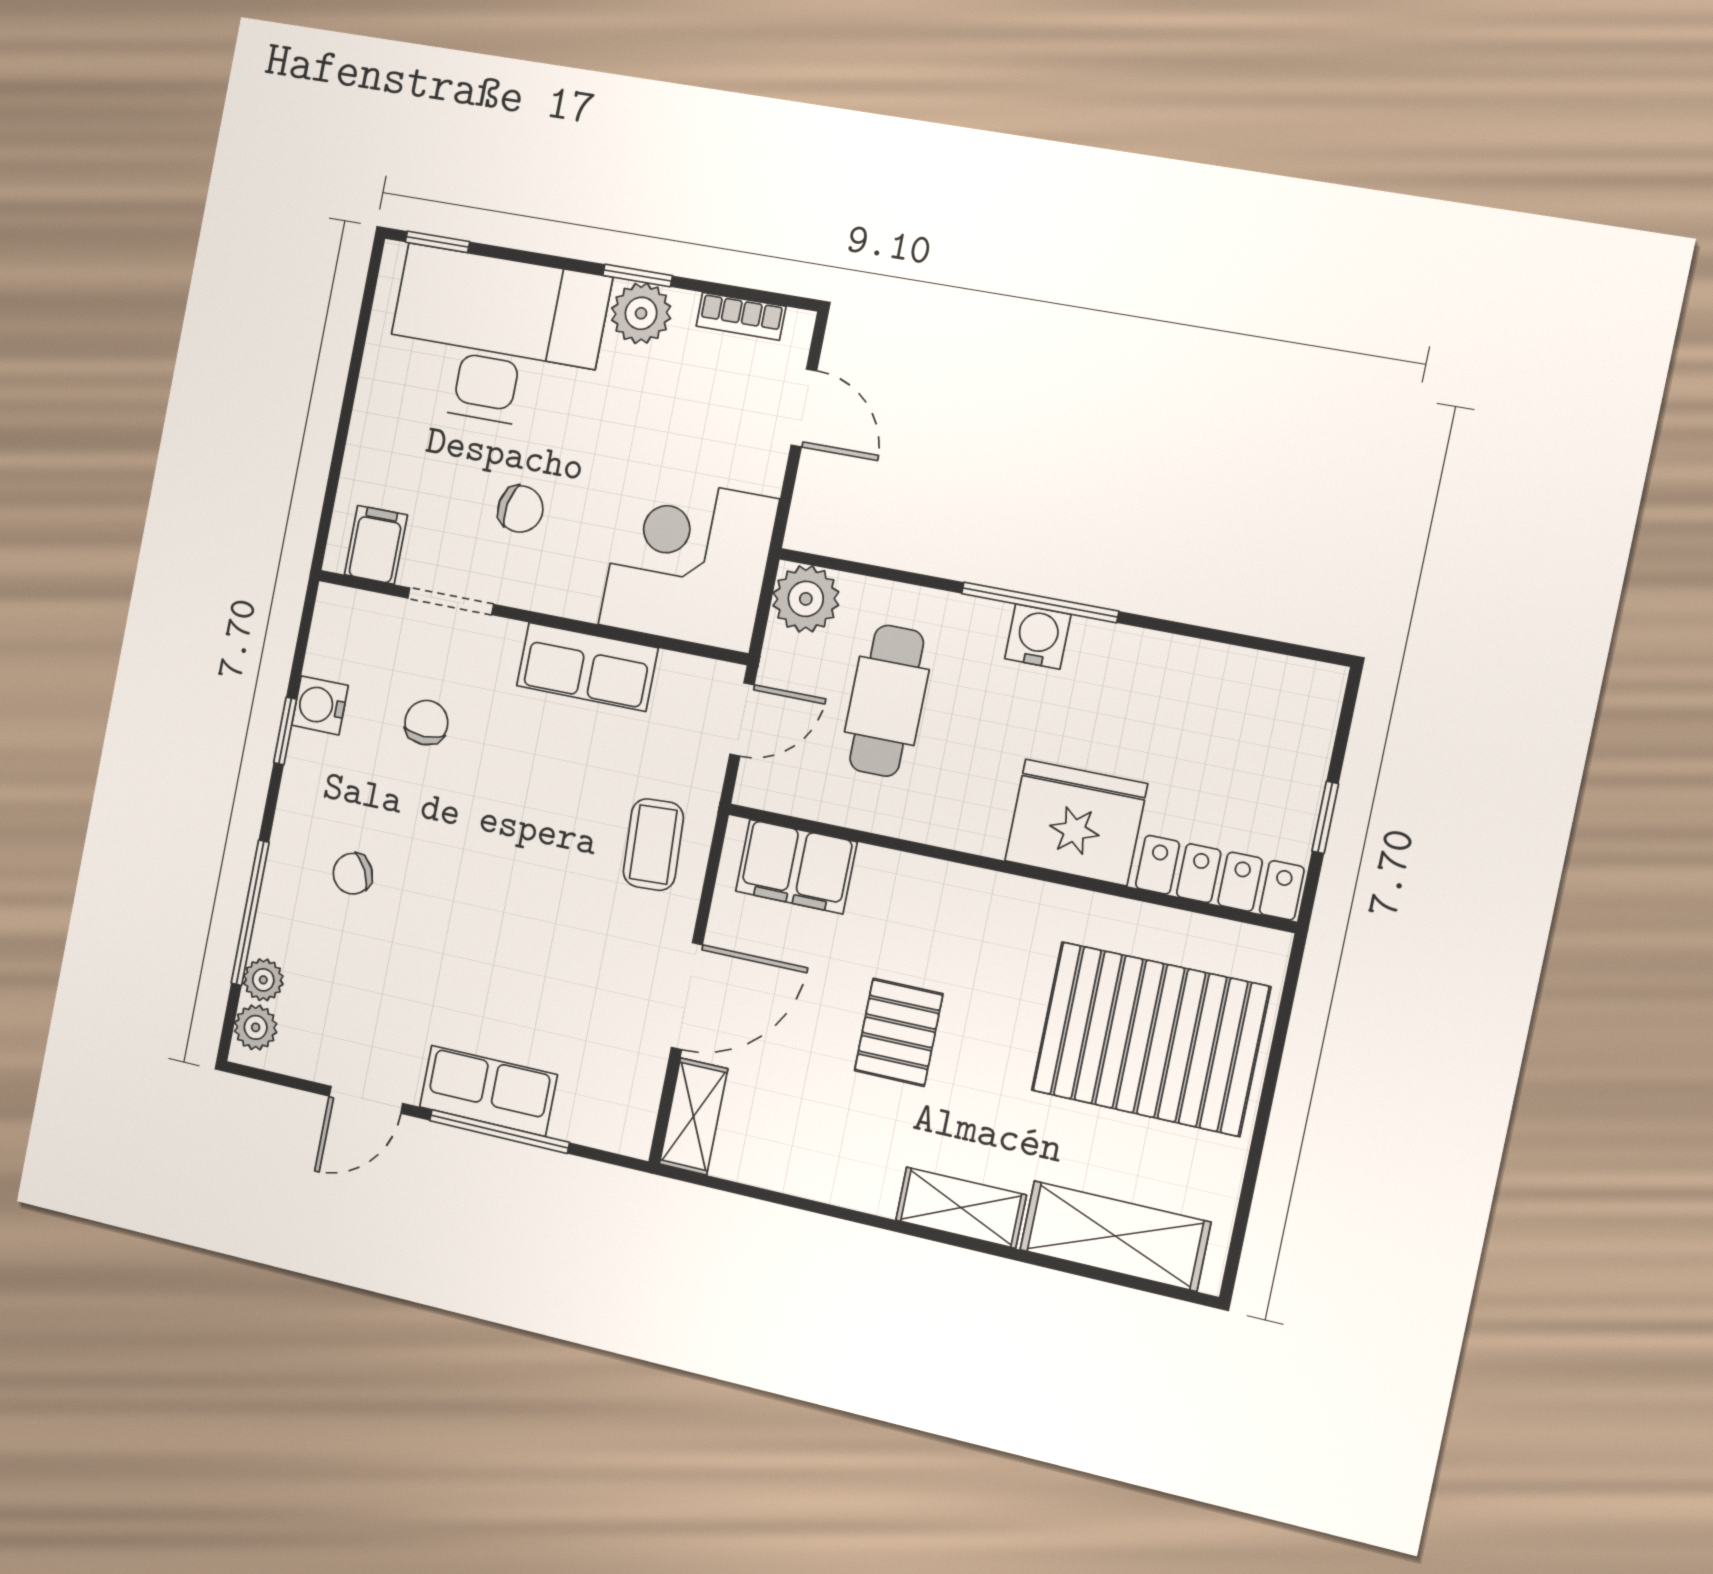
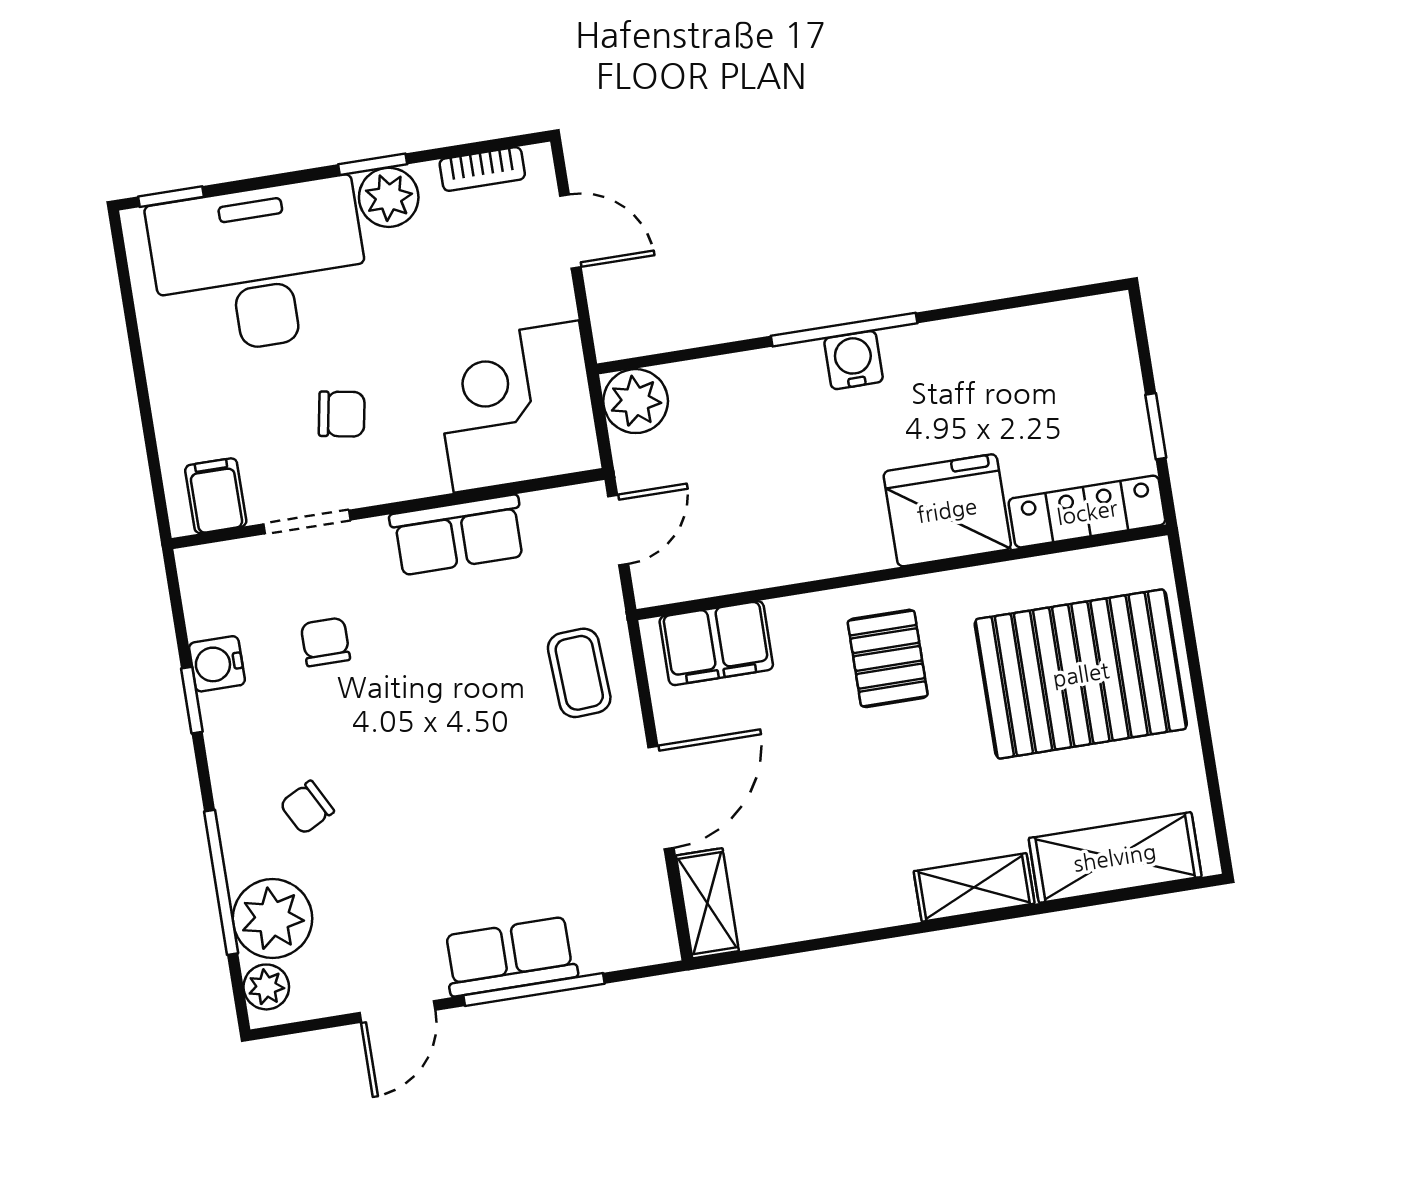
cafe table: (887, 701) -> (742, 465), removed
plant: (263, 980) -> (272, 919), width x1.88, depth x1.88
pallet: (899, 1032) -> (888, 658), moved

